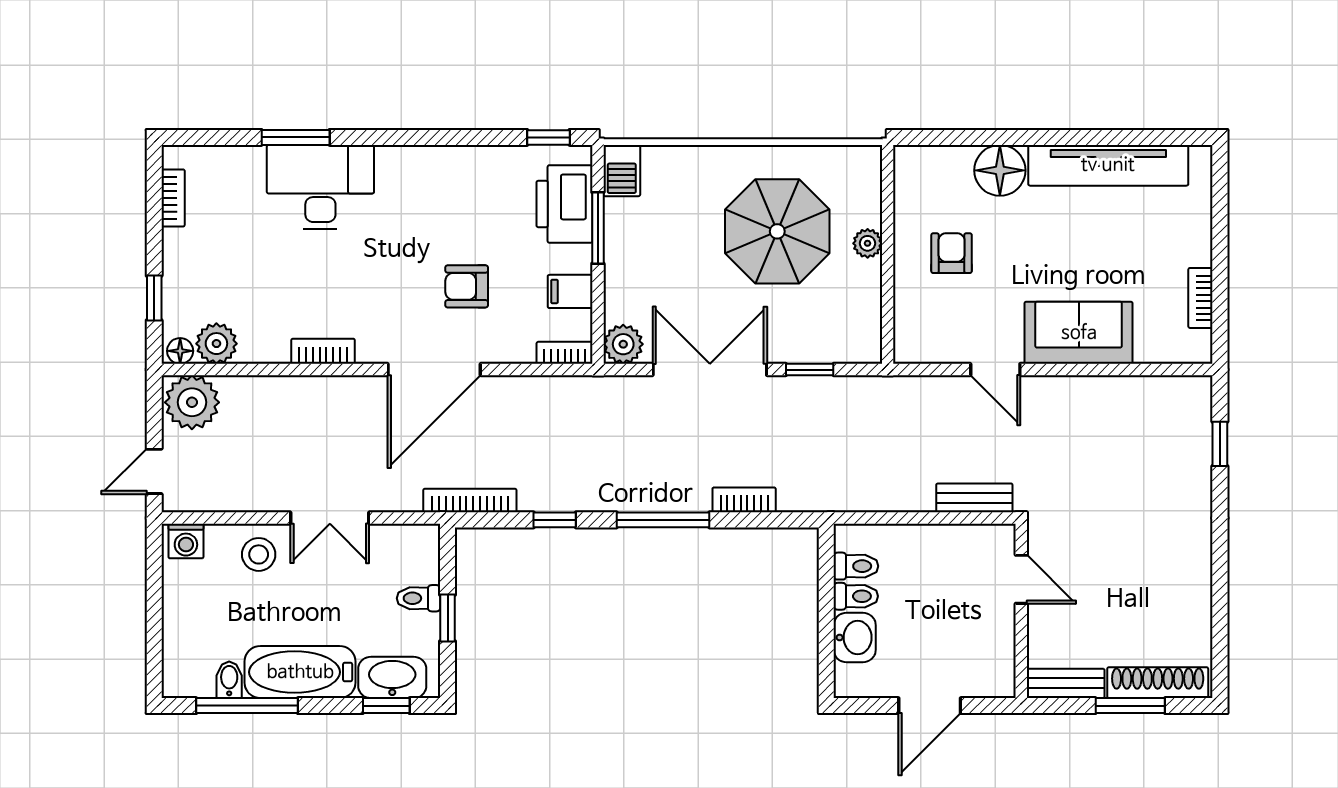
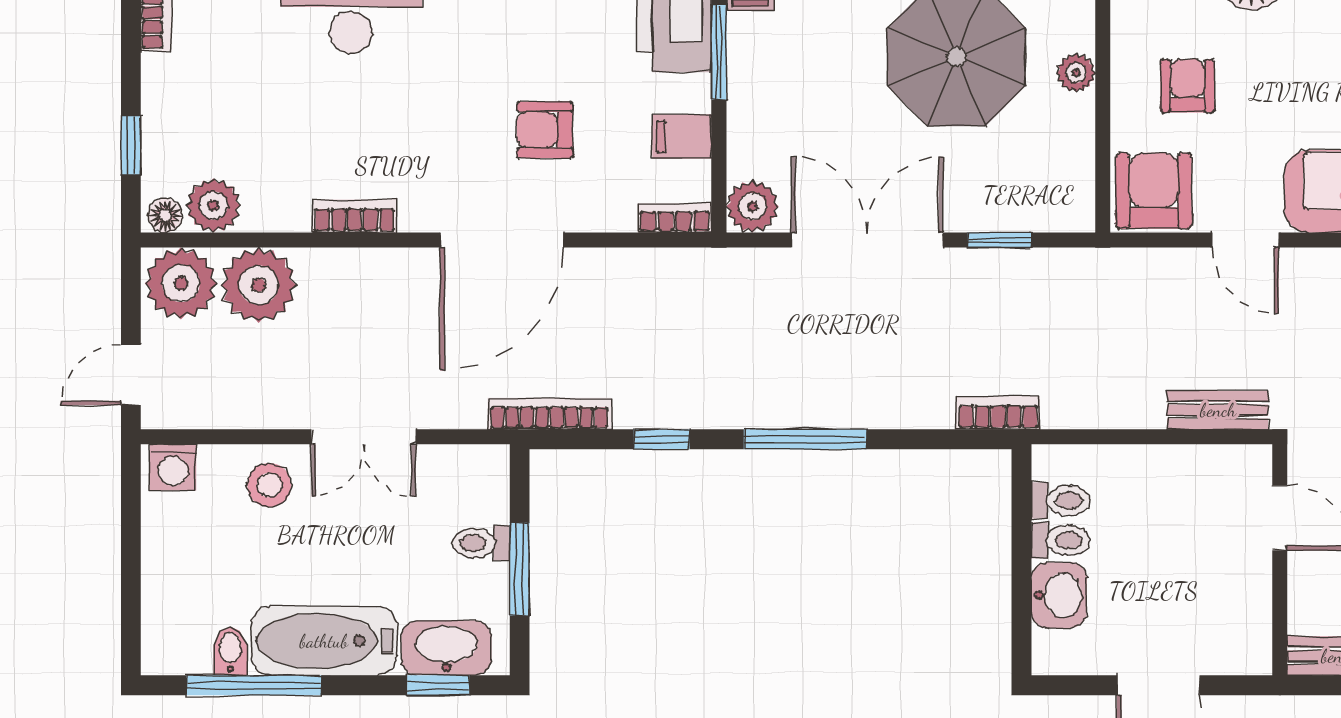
armchair: (926, 332) -> (1154, 191), added
plant: (251, 404) -> (259, 285), added
bookcase: (744, 500) -> (998, 413), moved
window: (448, 618) -> (520, 569), width x1.50

